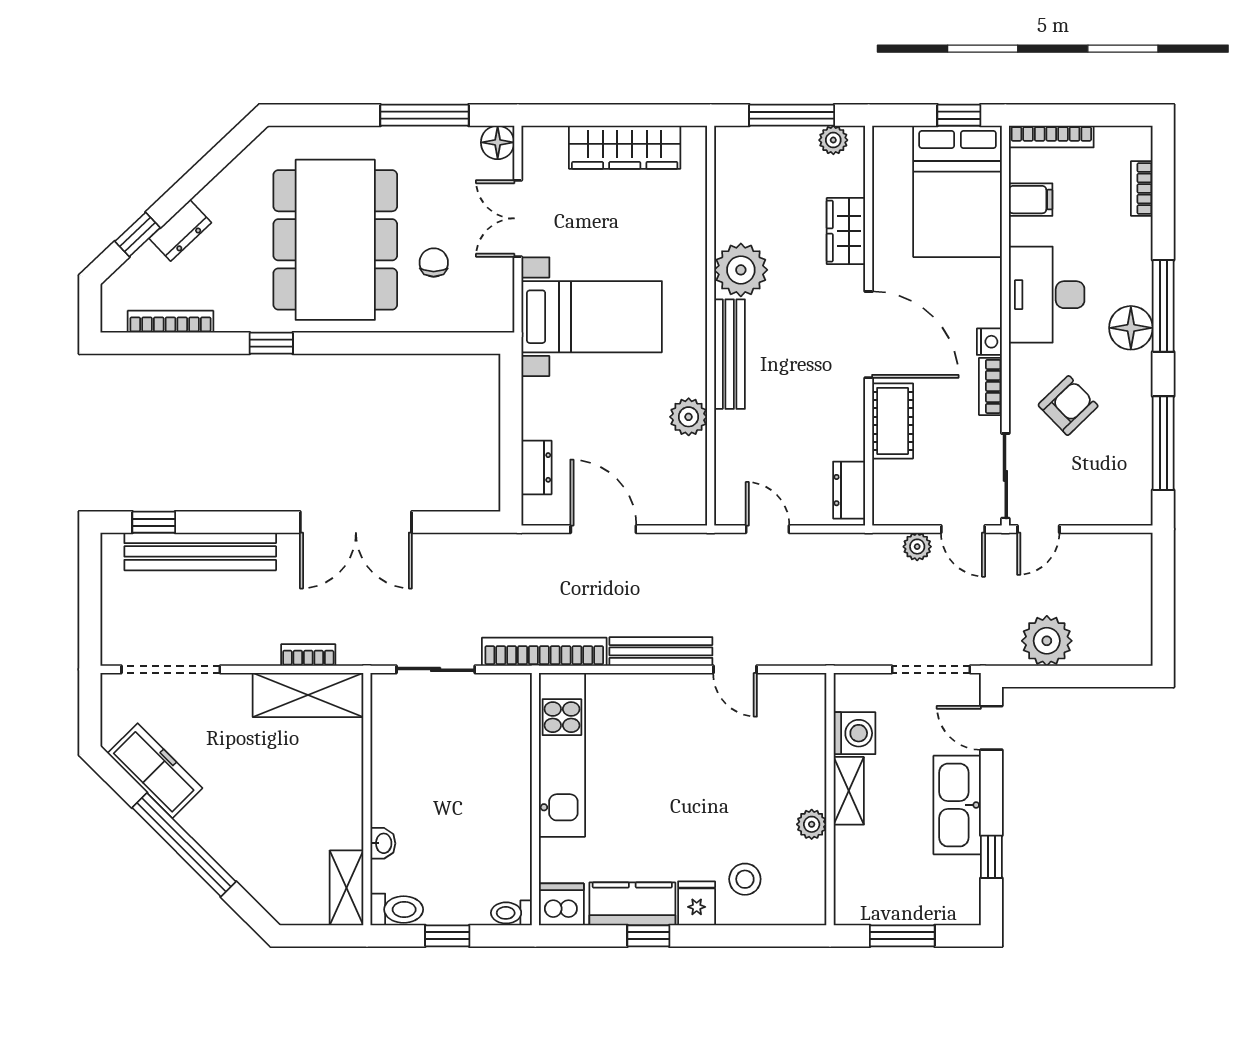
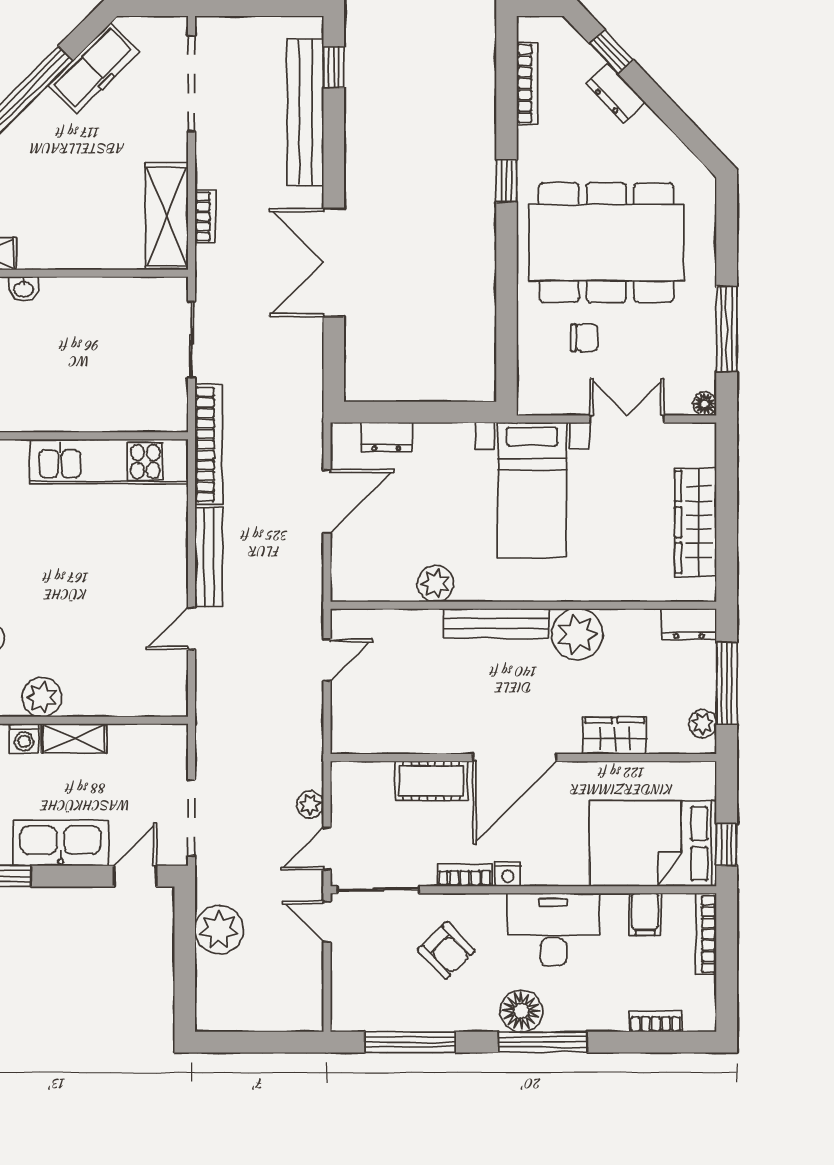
floor lamp: (498, 142) -> (705, 404), width x0.73, depth x0.73
dresser: (849, 490) -> (689, 624), moved, turned 180
washing machine: (854, 733) -> (24, 738), moved, width x0.73, depth x0.73
plant: (812, 824) -> (42, 697), width x1.38, depth x1.38

